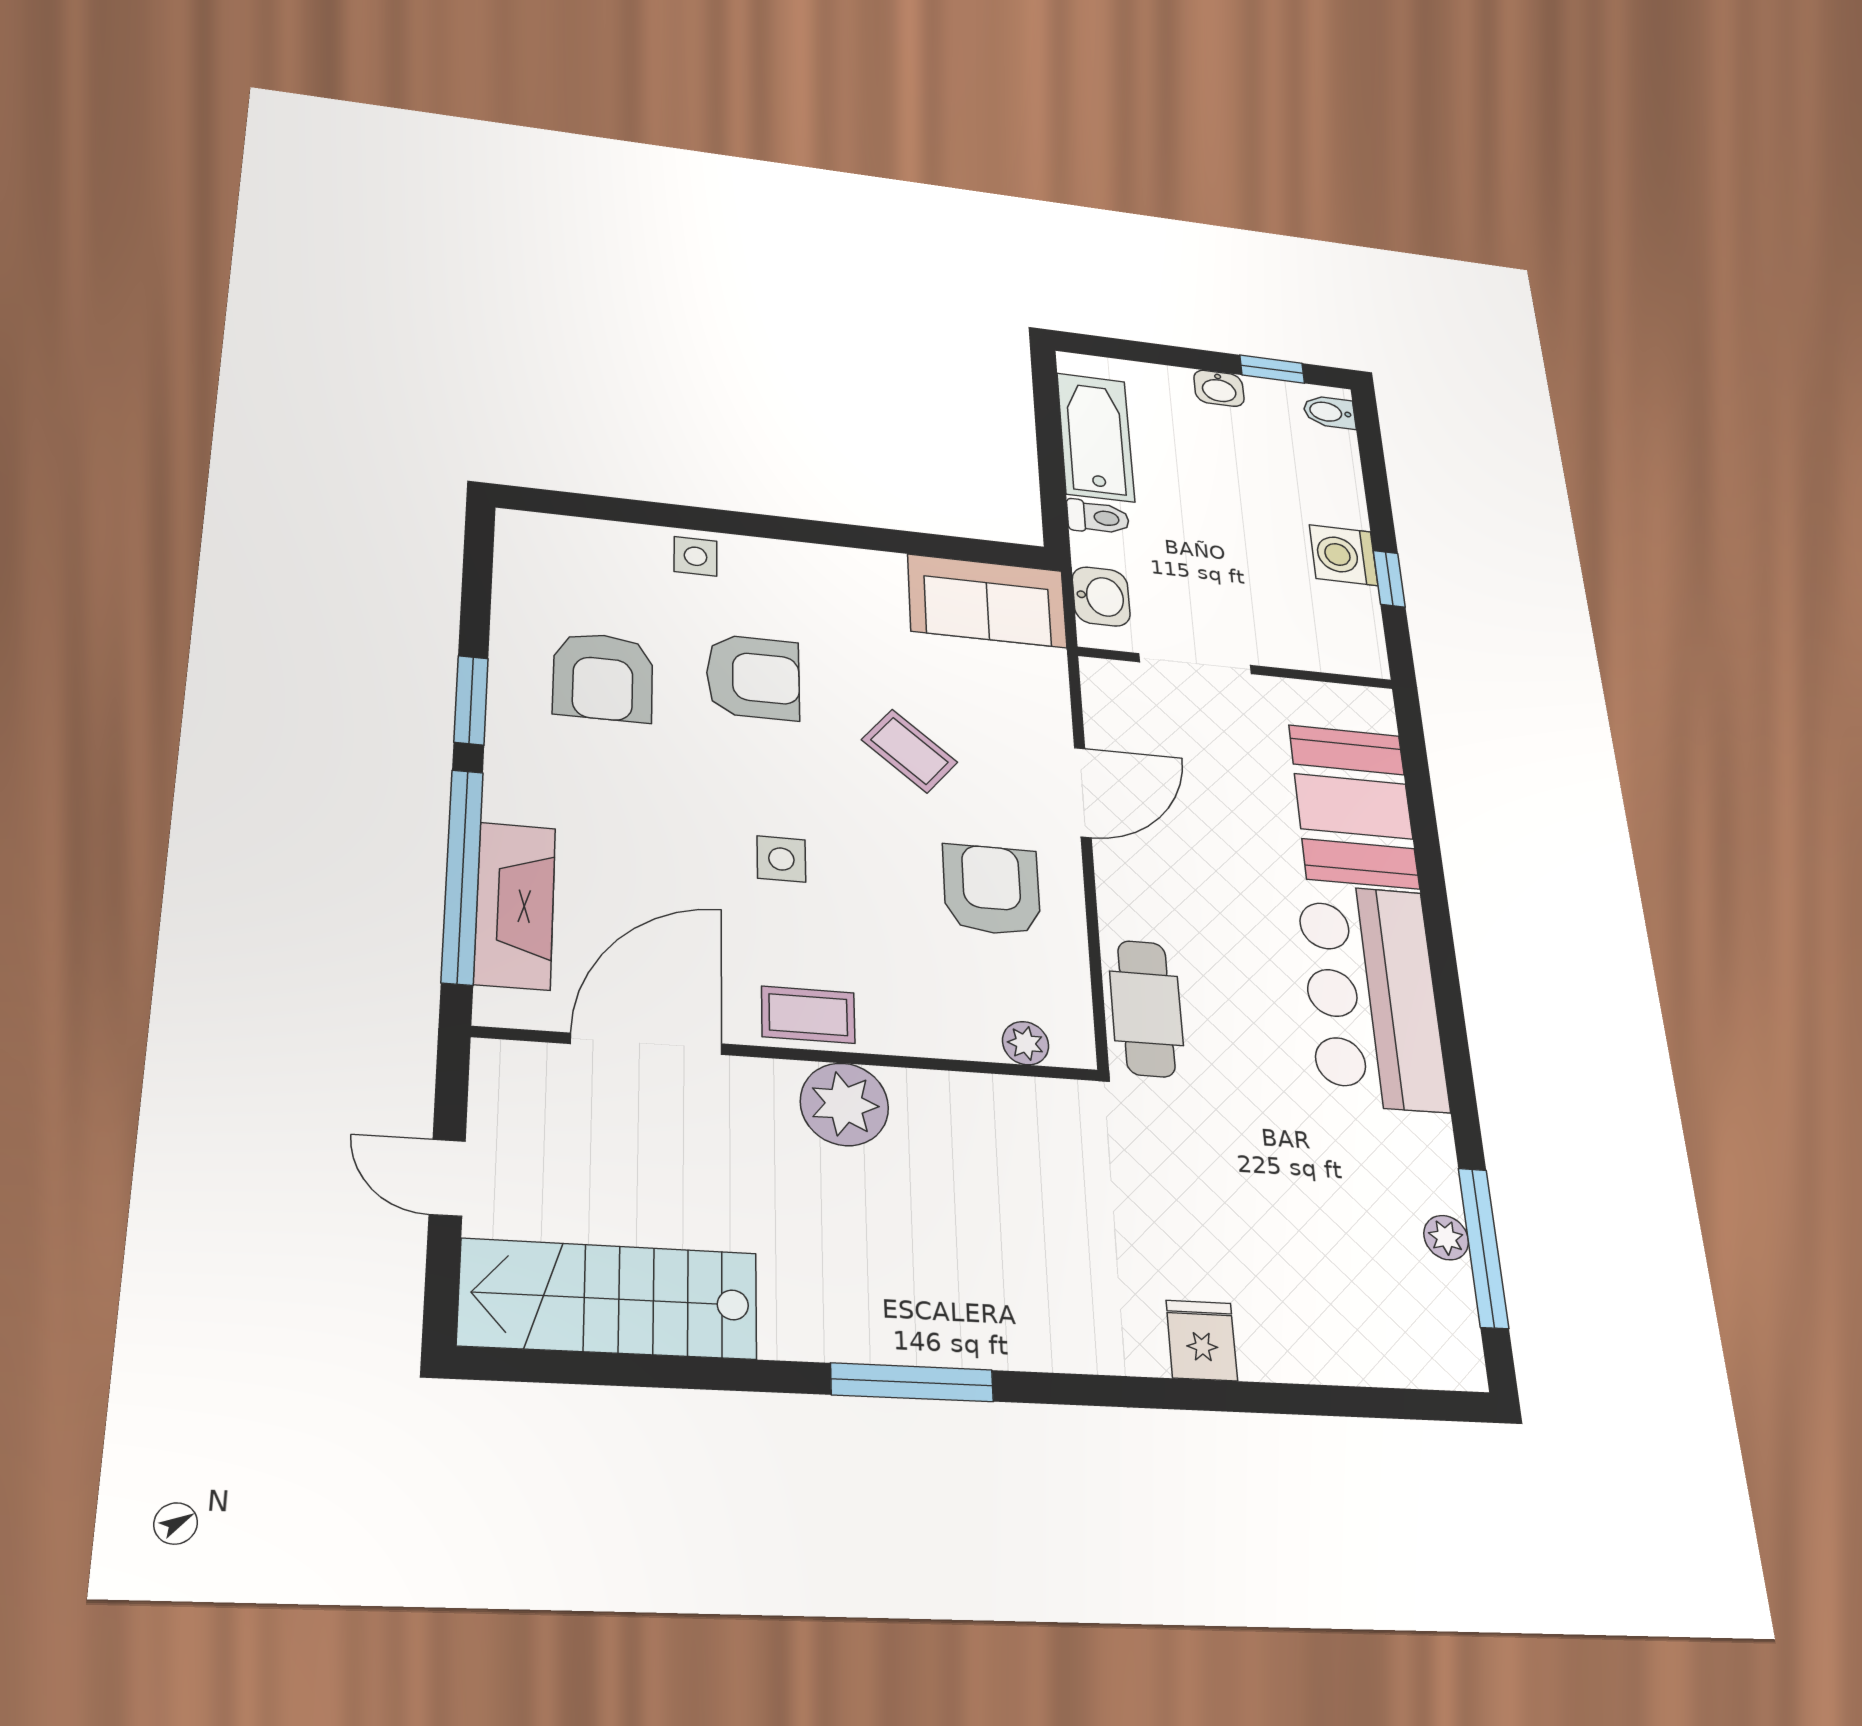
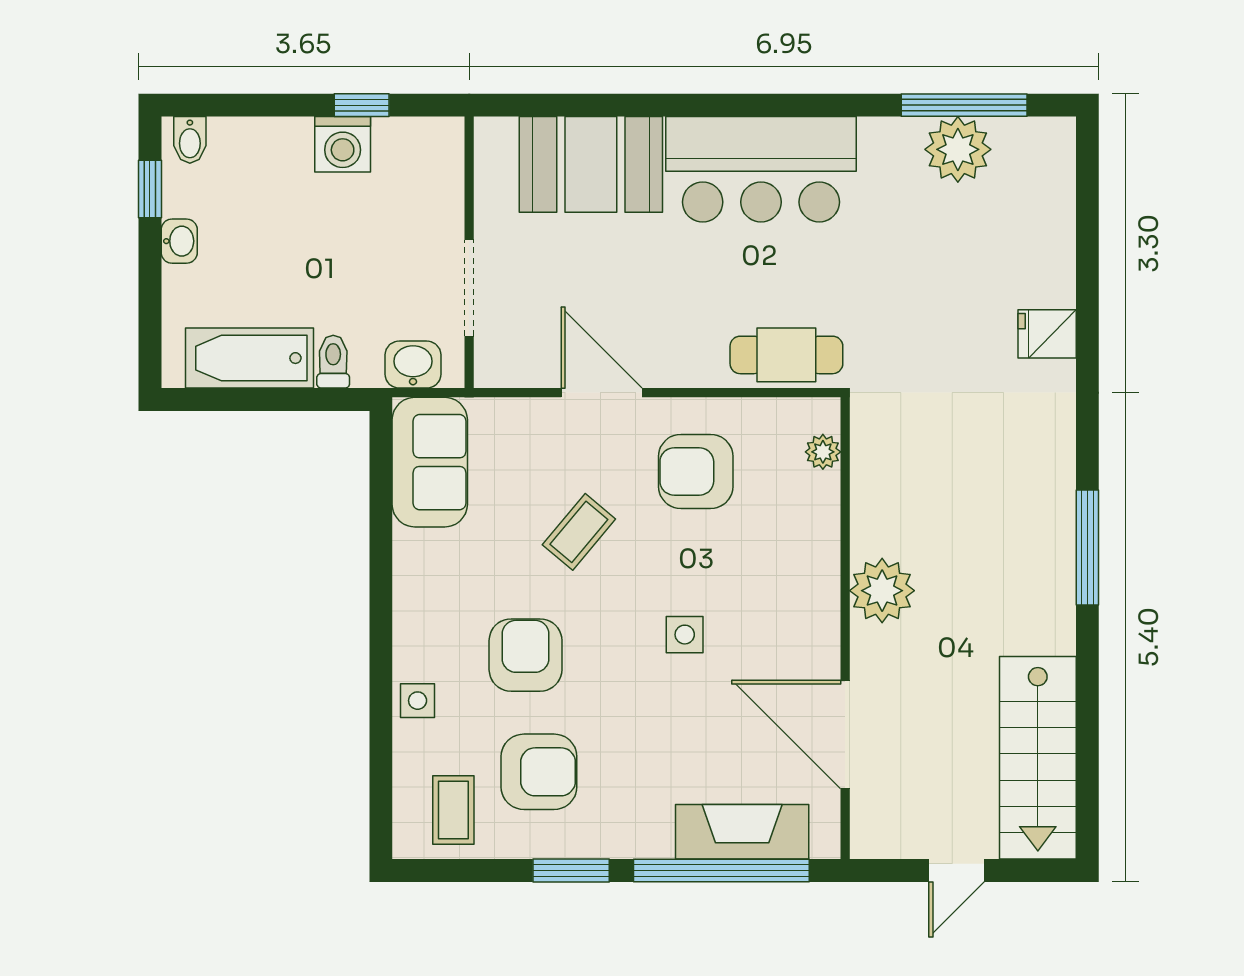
coffee table: (808, 1015) -> (453, 810), moved
plant: (1446, 1238) -> (958, 149), width x1.87, depth x1.87

